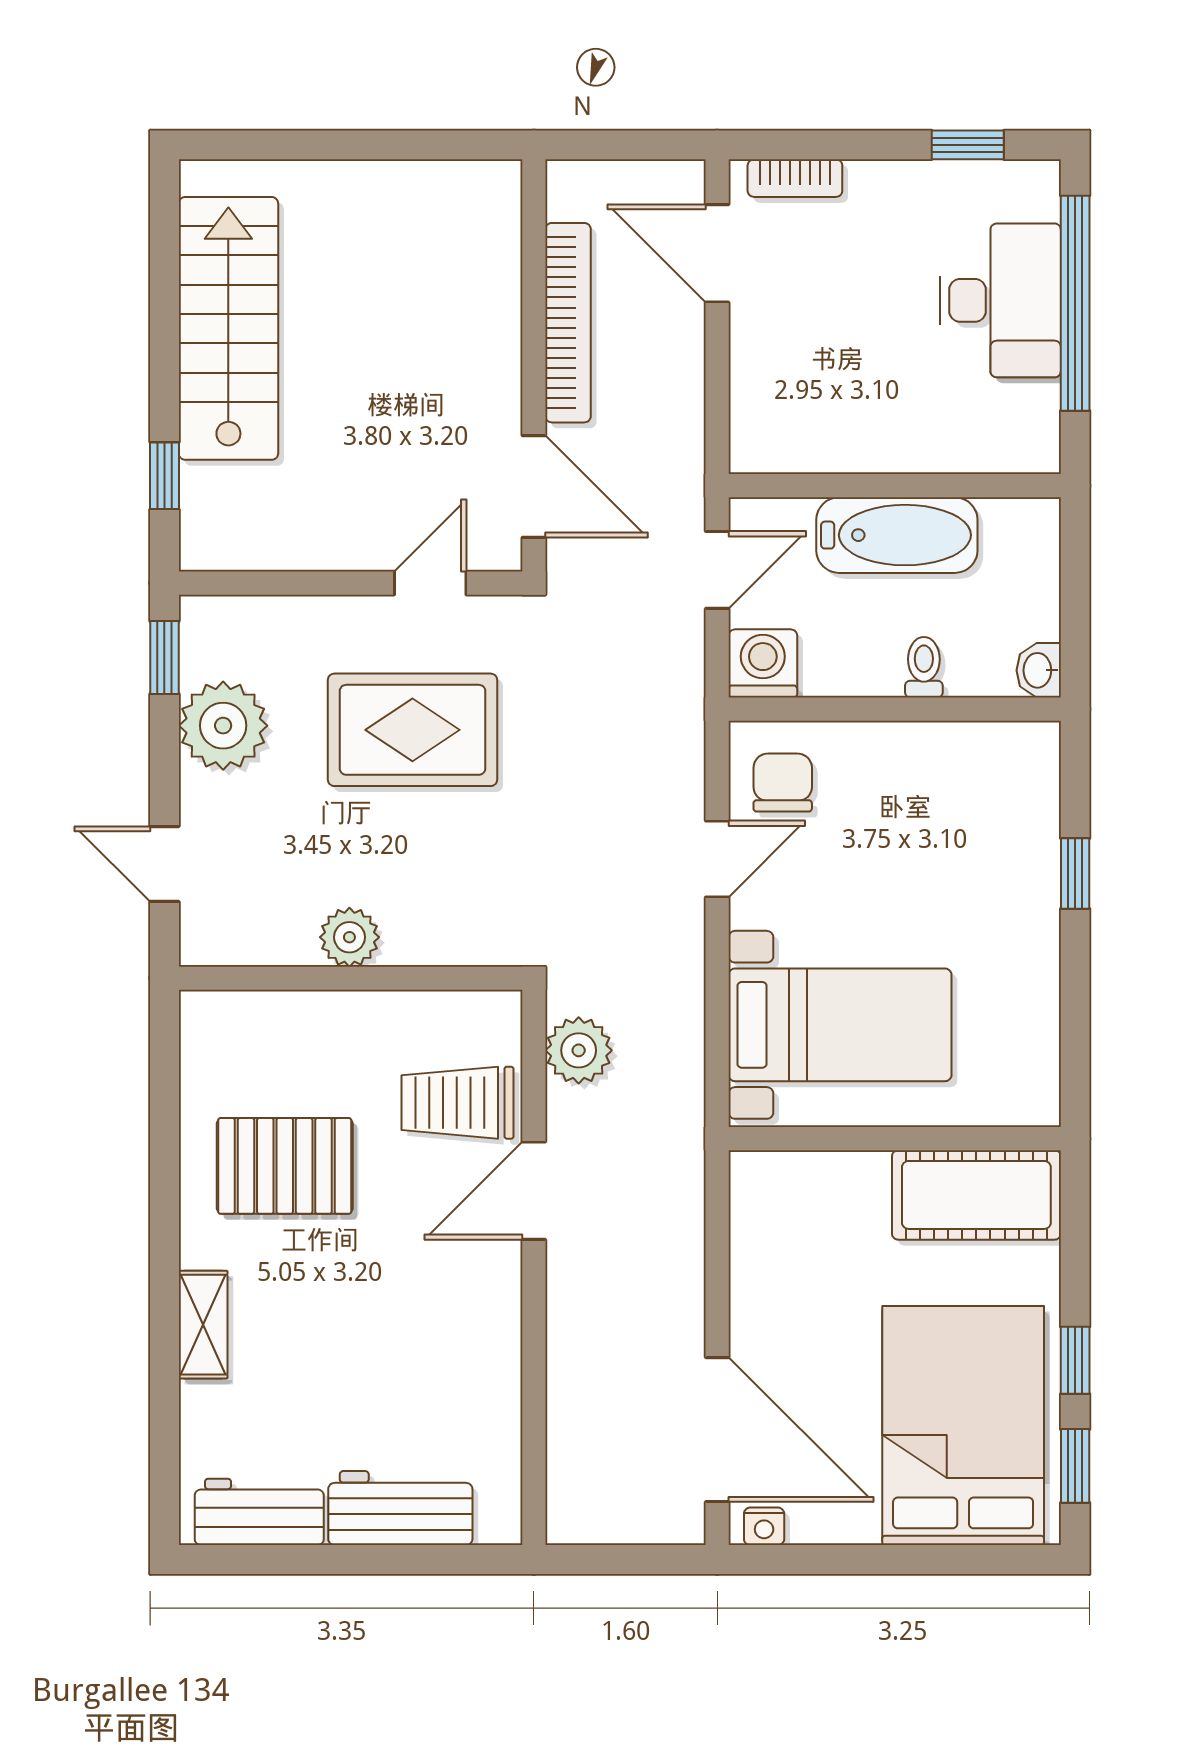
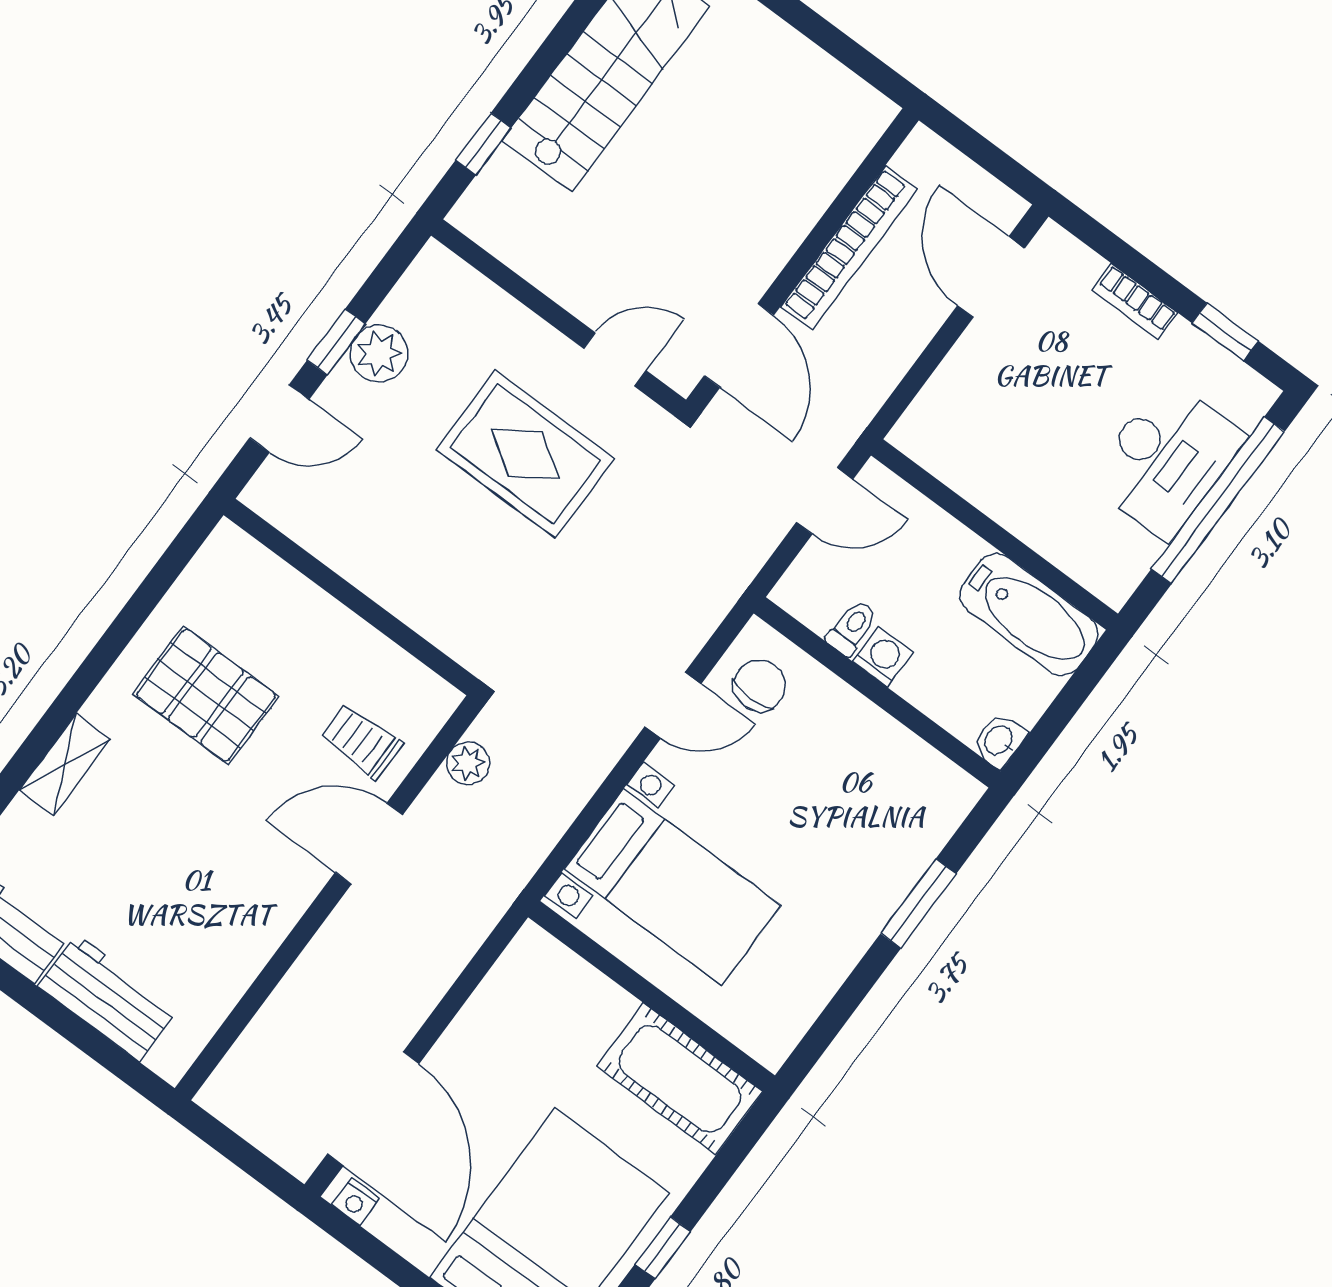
bookcase: (795, 178) -> (1135, 301), moved
bathtub: (897, 535) -> (1029, 614), moved
window: (164, 657) -> (336, 342), moved
washing machine: (763, 663) -> (883, 657), moved, width x0.73, depth x0.73
toilet: (924, 667) -> (852, 628), moved
plant: (223, 726) -> (379, 354), width x0.73, depth x0.73
door: (164, 864) -> (279, 419), swing flipped
window: (1075, 874) -> (918, 904), width x1.50
plant: (349, 937) -> (372, 567), removed
plant: (579, 1050) -> (468, 763), width x0.73, depth x0.73
trolley: (458, 1103) -> (361, 741), width x0.73, depth x0.72

